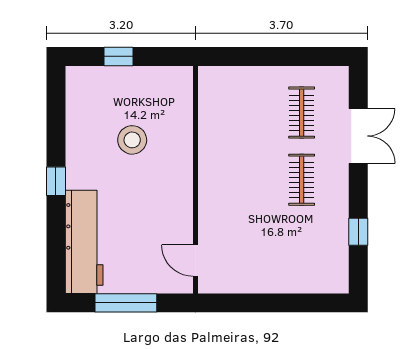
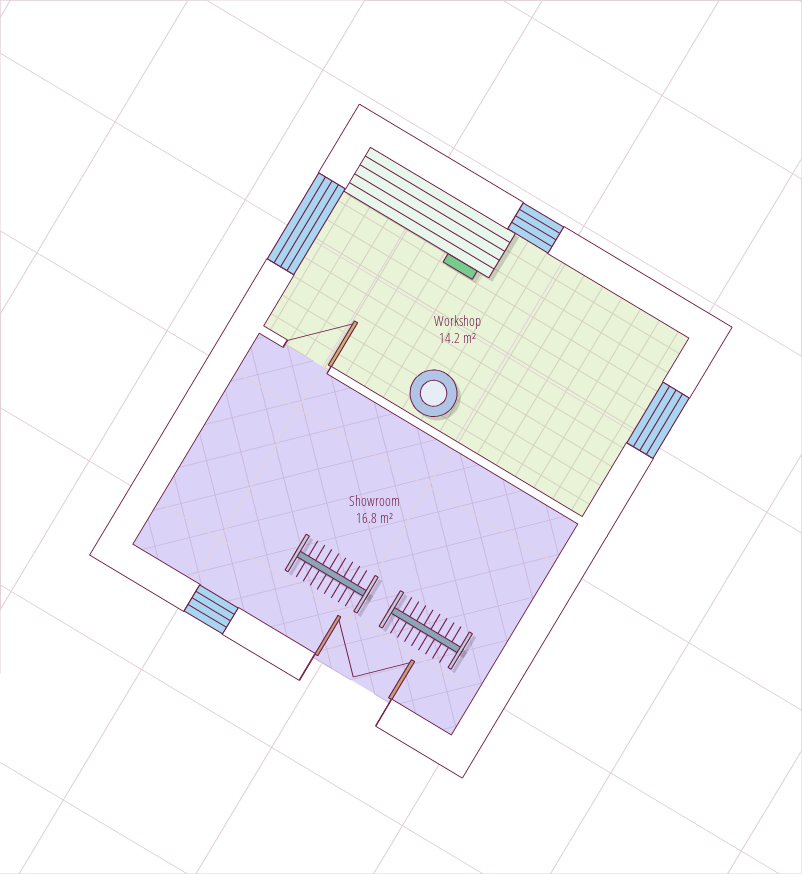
window: (119, 56) -> (658, 420), width x1.50
double door: (358, 136) -> (345, 690), swing flipped
stool: (132, 140) -> (434, 393), moved

